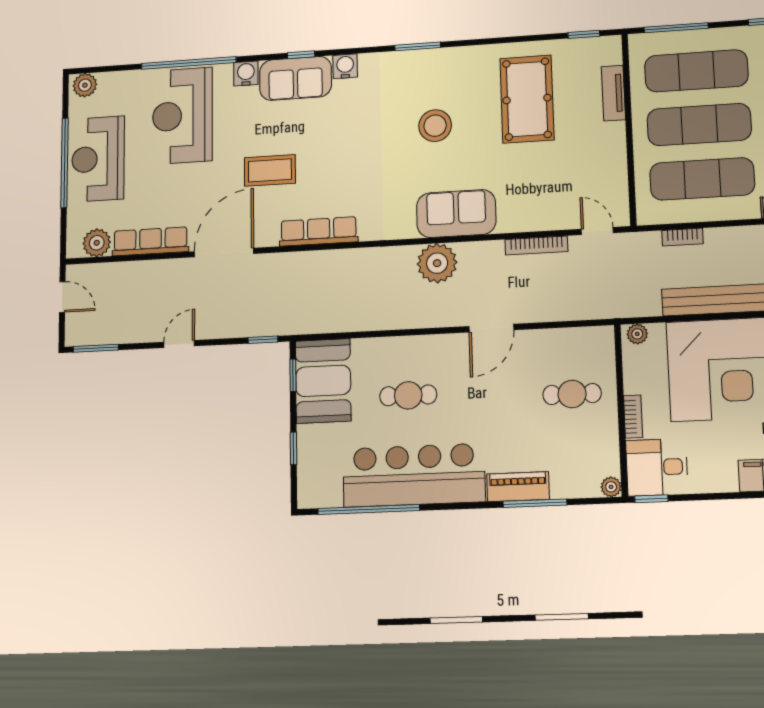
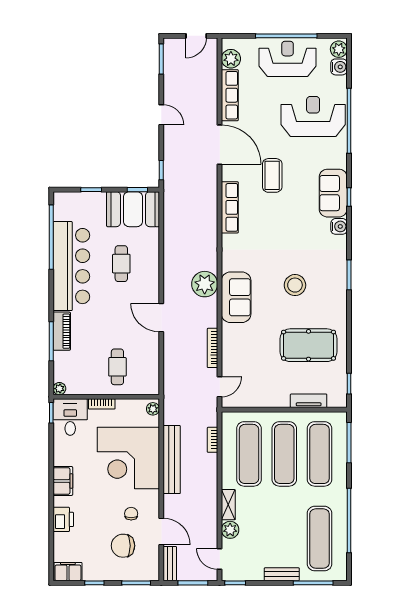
water cooler: (246, 73) -> (339, 67), moved

